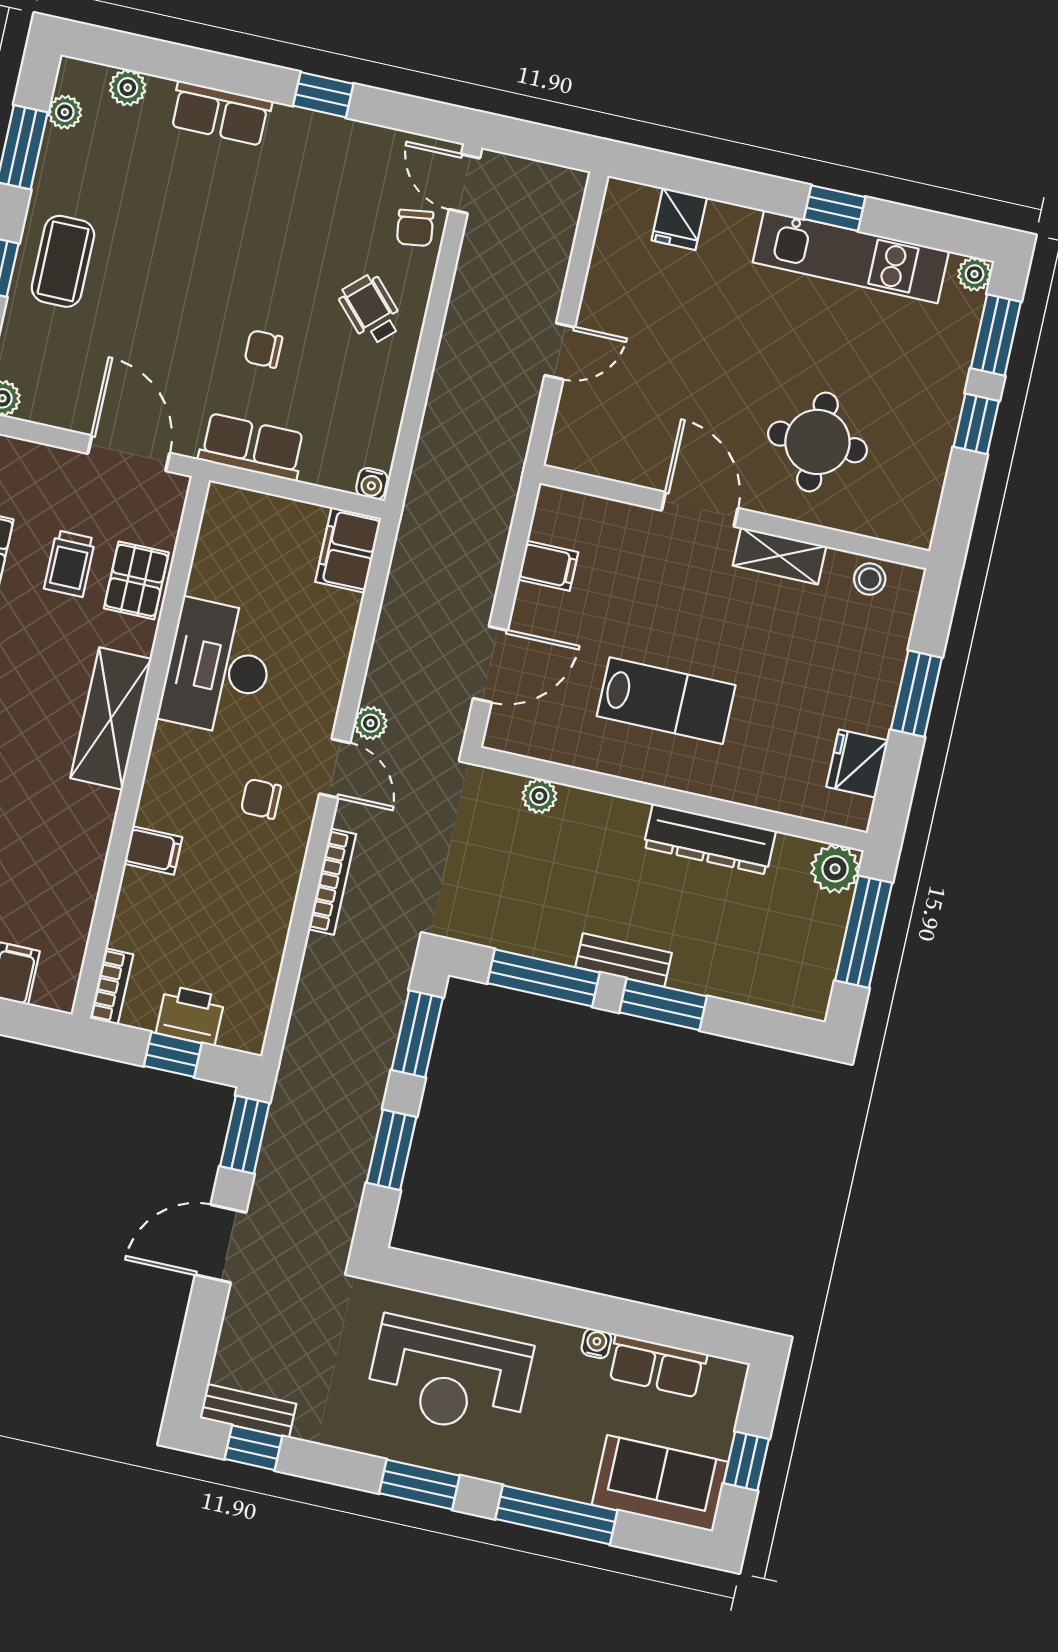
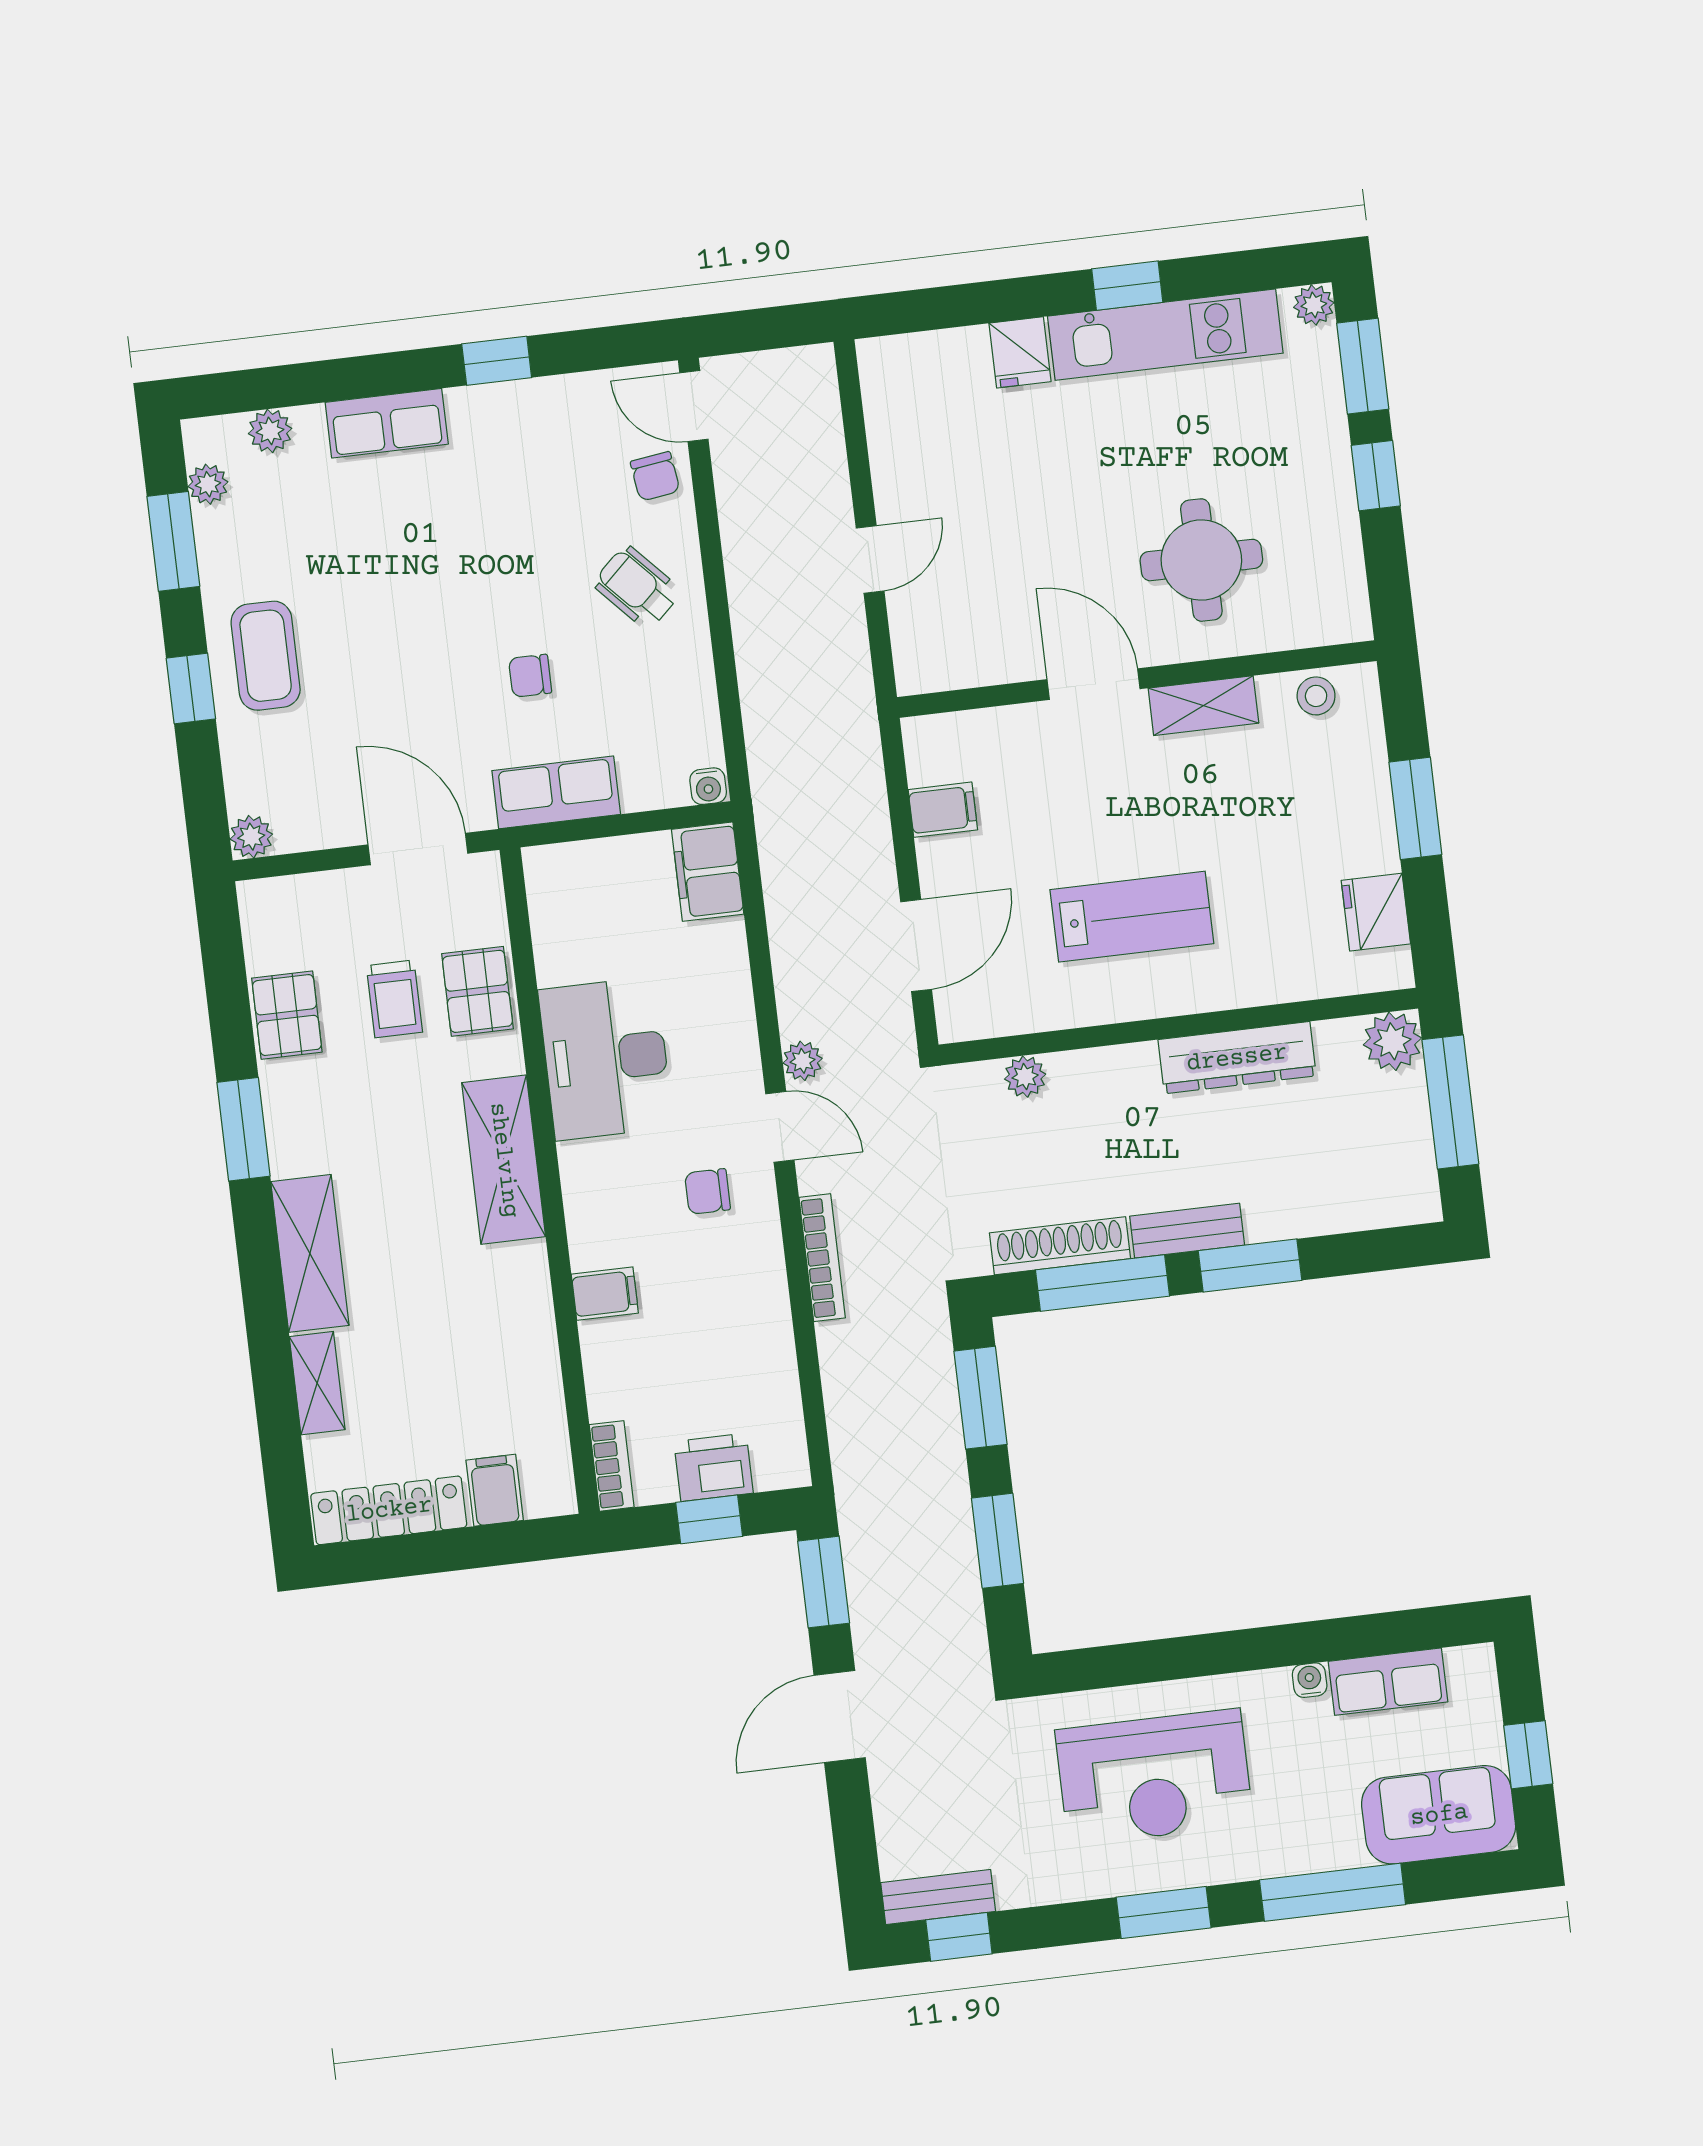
fridge: (679, 219) -> (1020, 352), moved
shoe rack: (520, 937) -> (1060, 1246), added

